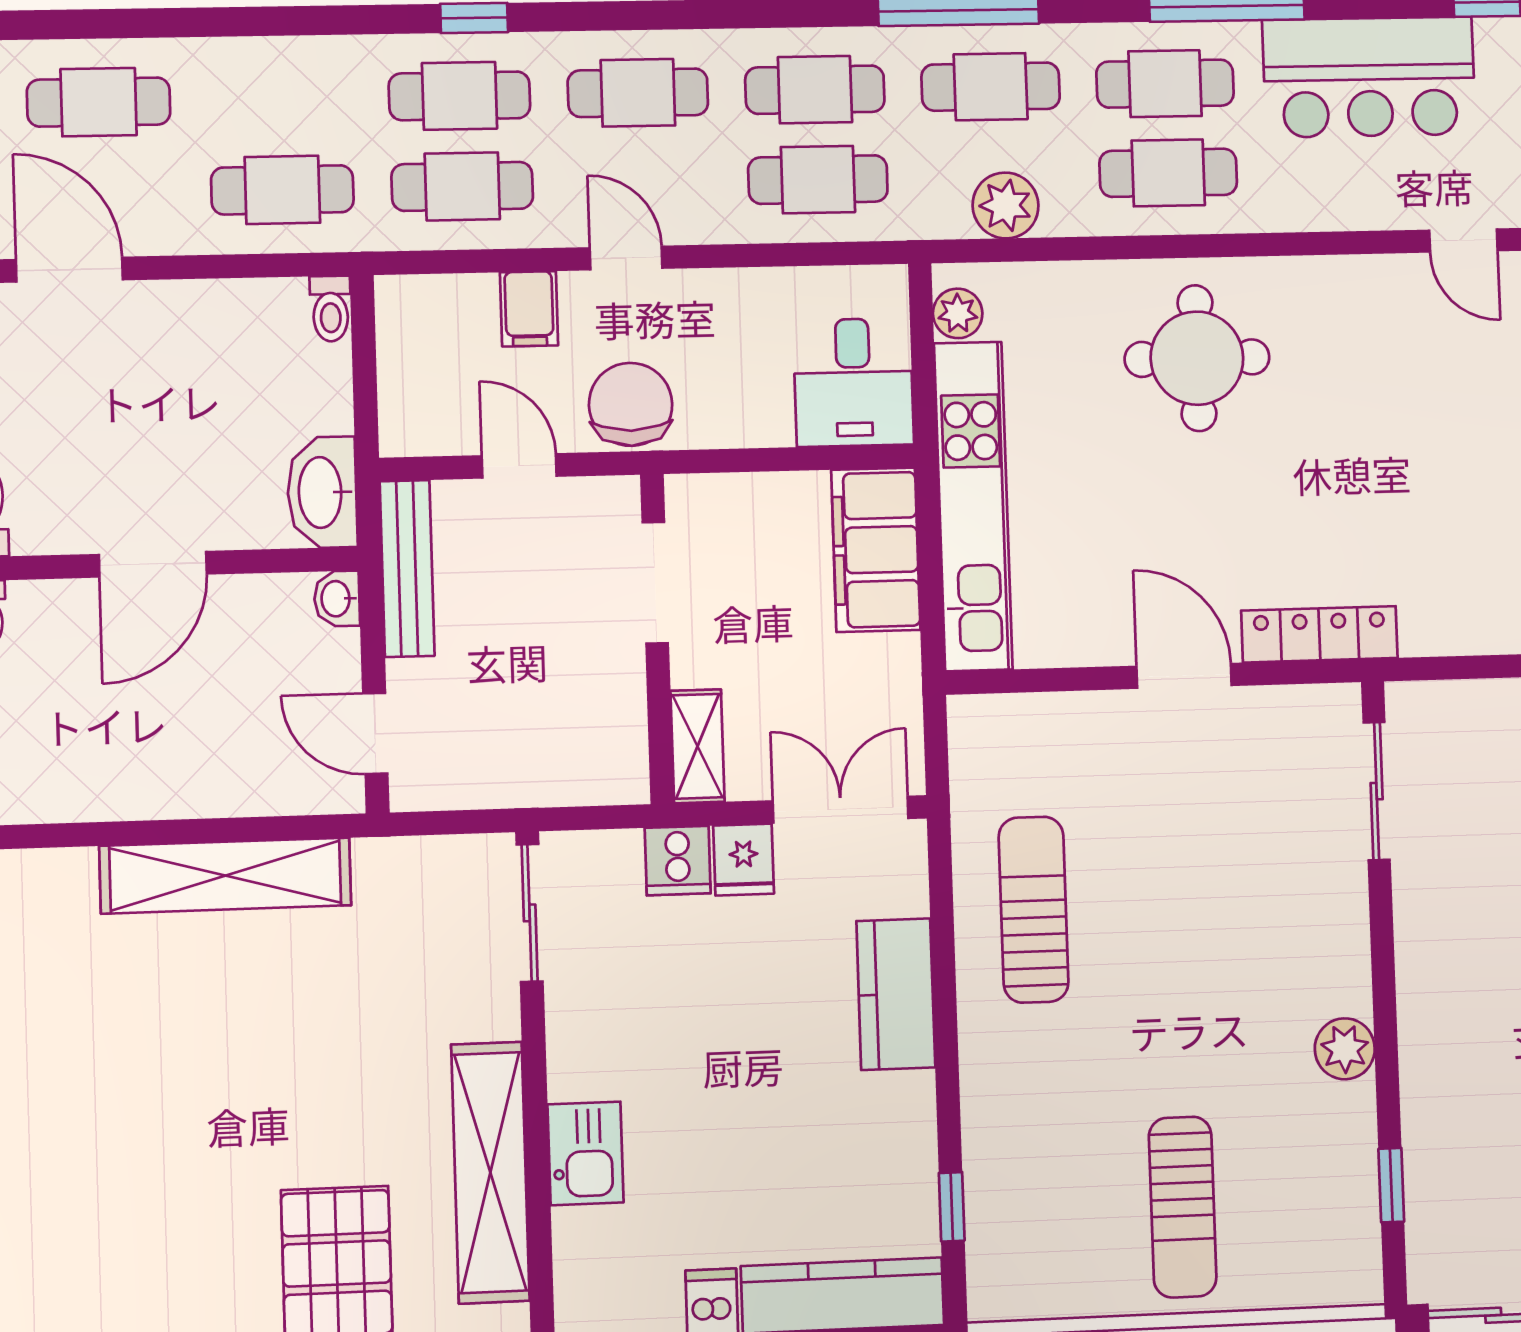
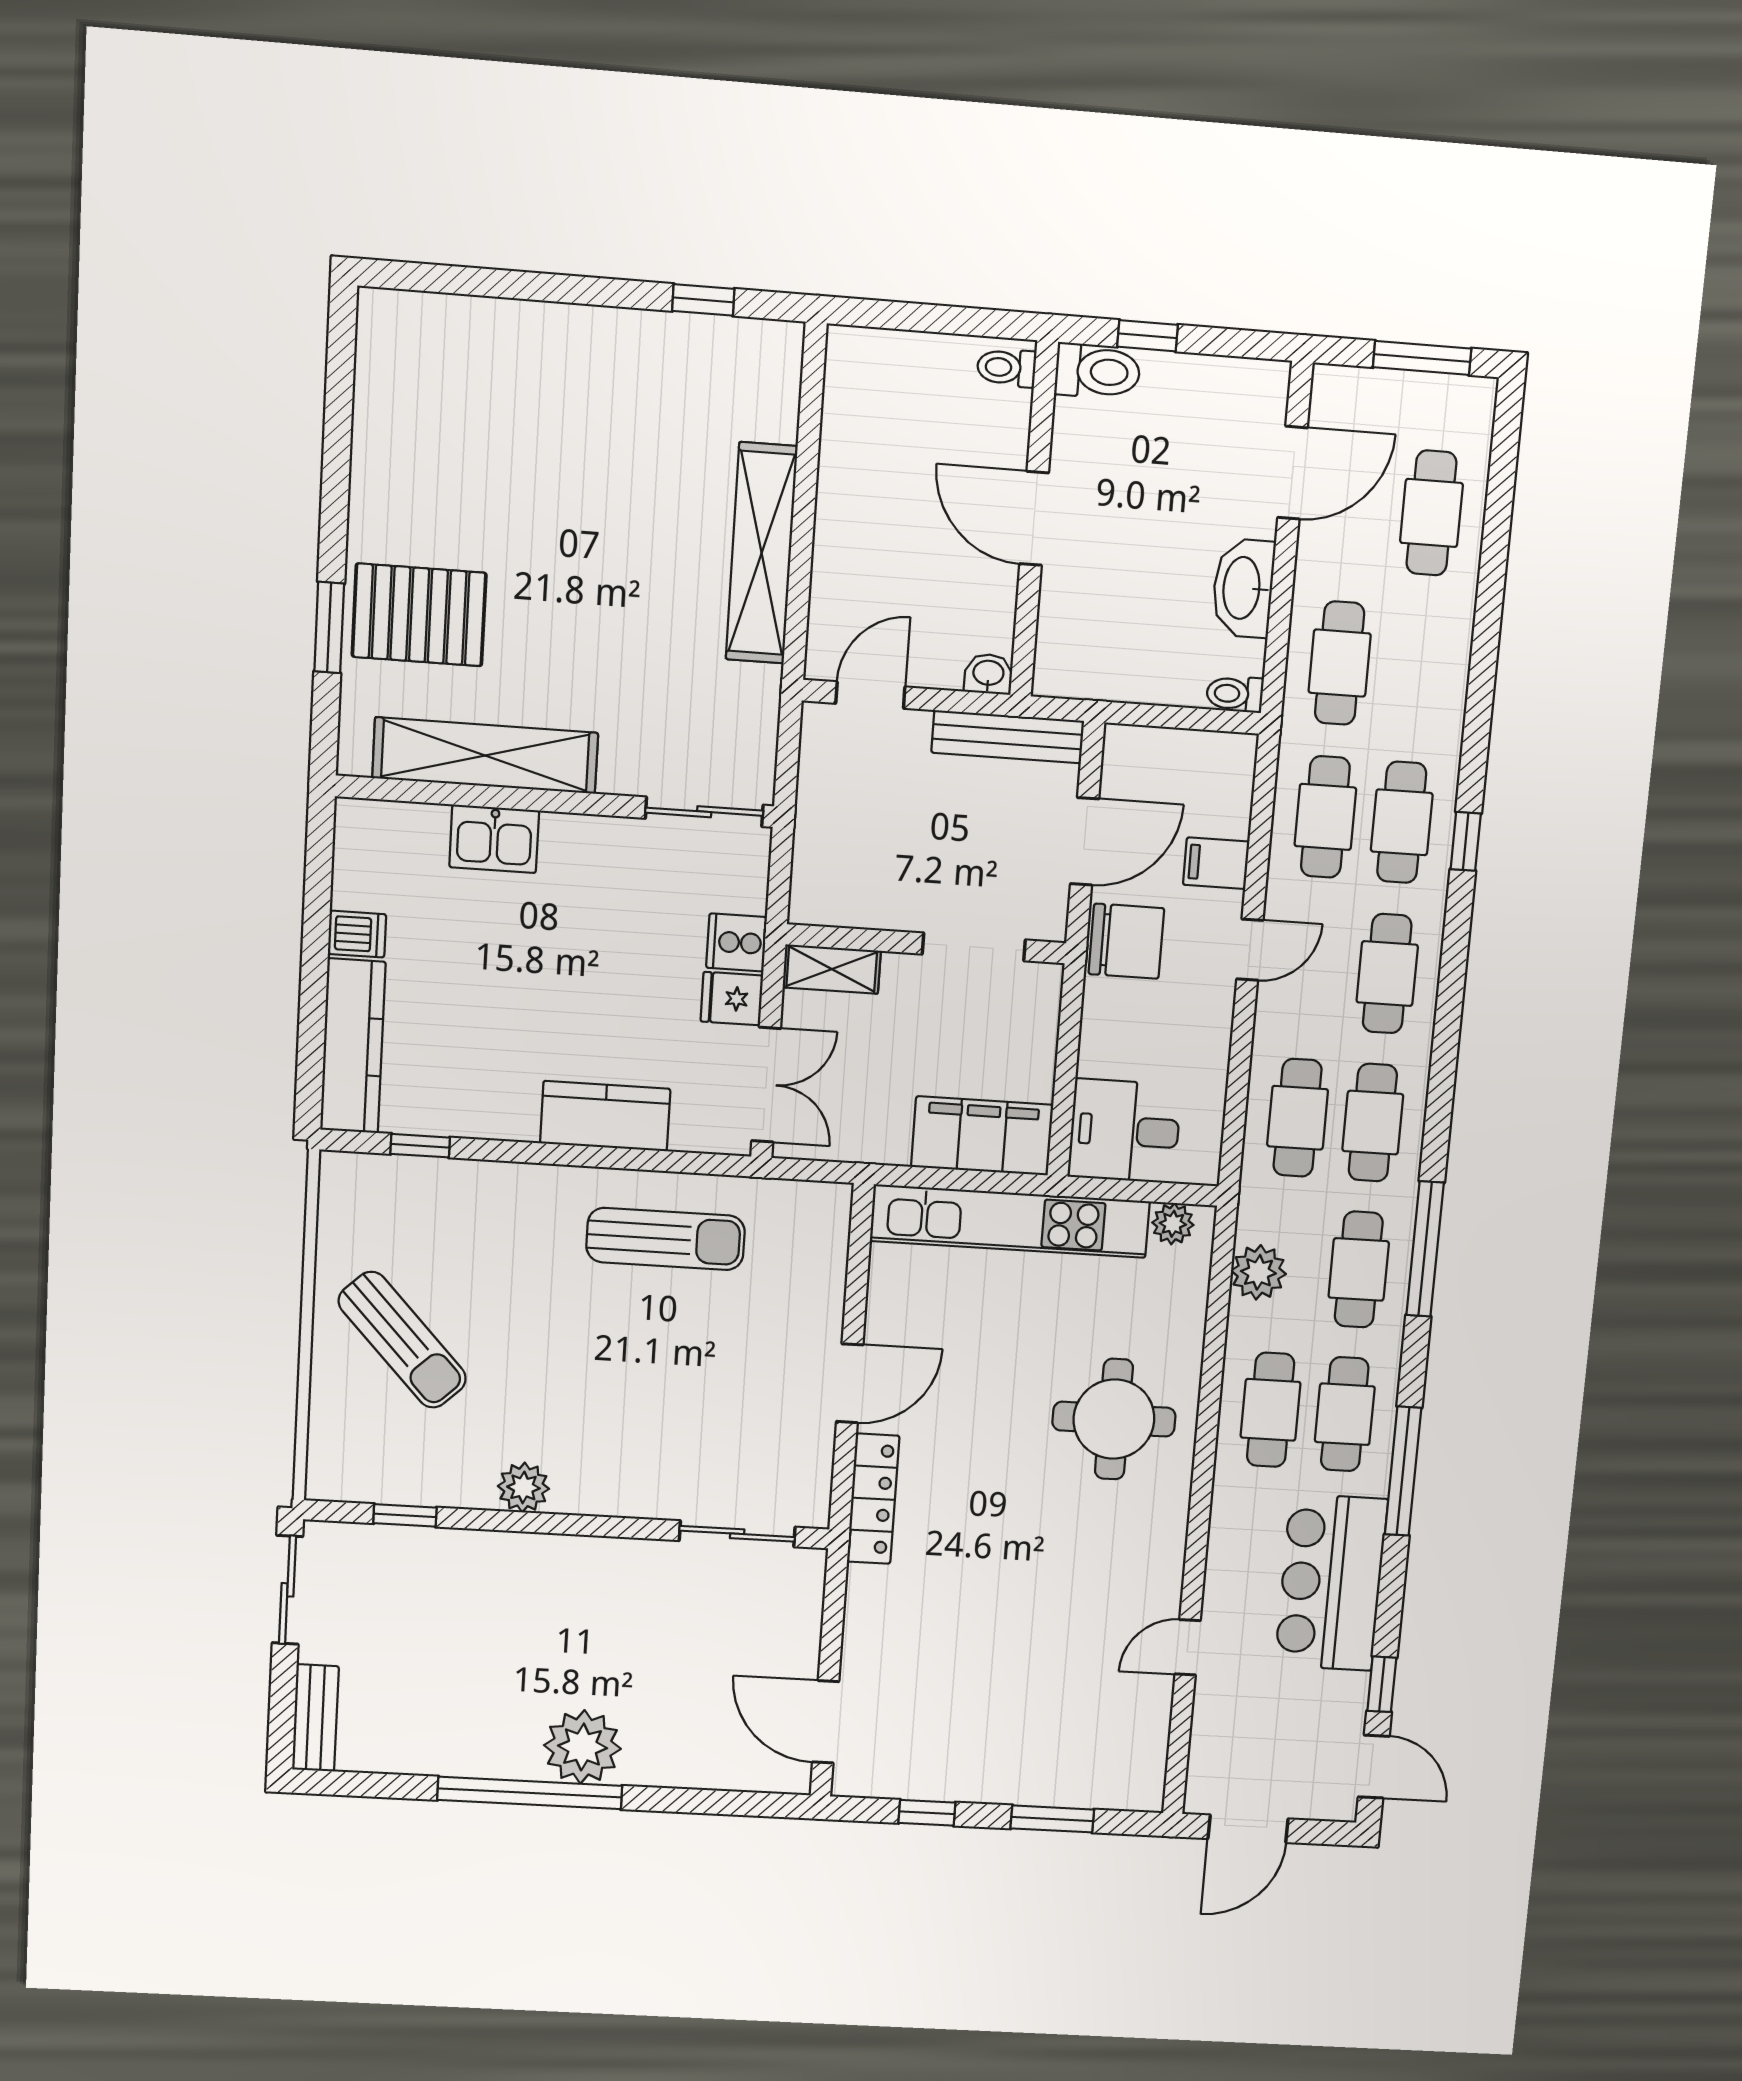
door: (519, 466) -> (1085, 841), width x1.38
washbasin: (322, 492) -> (1243, 588), moved, turned -90
sun lounger: (1183, 1207) -> (402, 1340), turned -133

